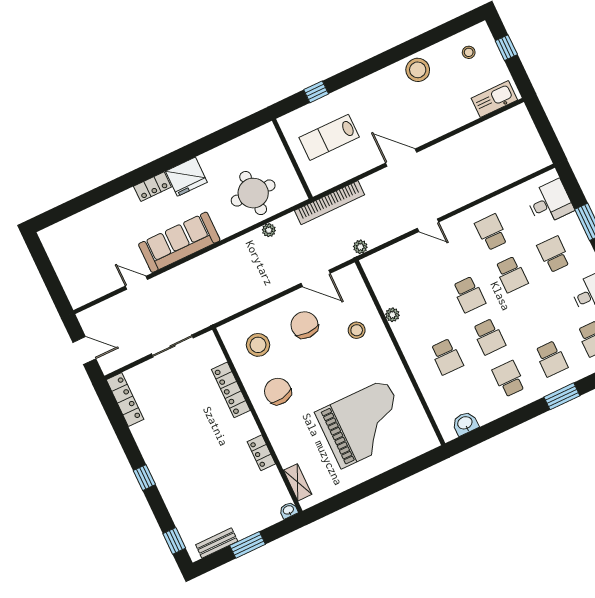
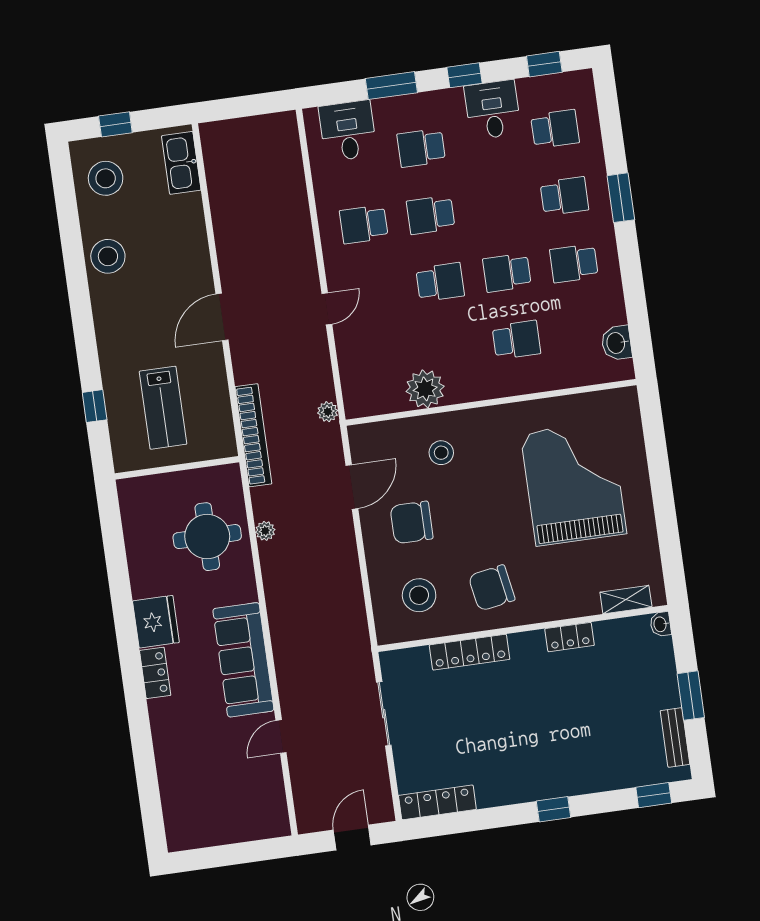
stool: (469, 52) -> (106, 178), width x1.89, depth x1.89
school desk: (511, 274) -> (431, 215), turned 180
plant: (392, 315) -> (425, 389), width x1.88, depth x1.88
school desk: (489, 337) -> (507, 273), turned 180

